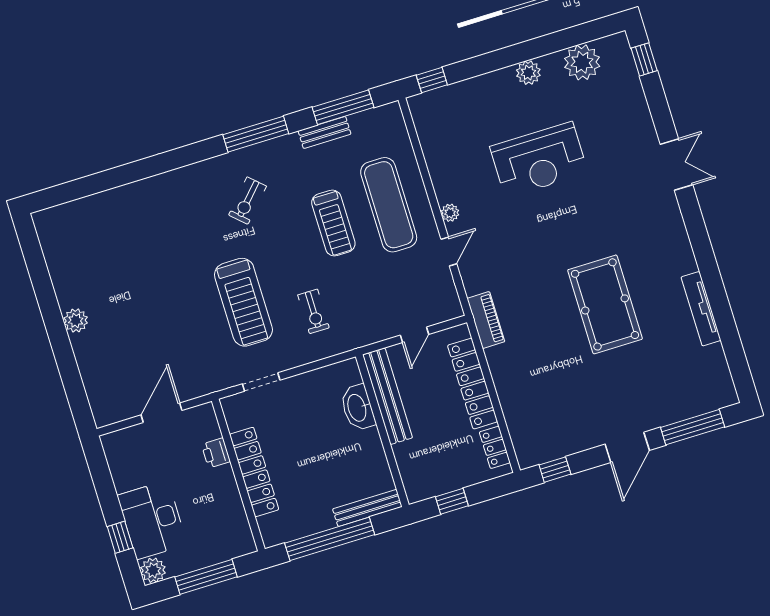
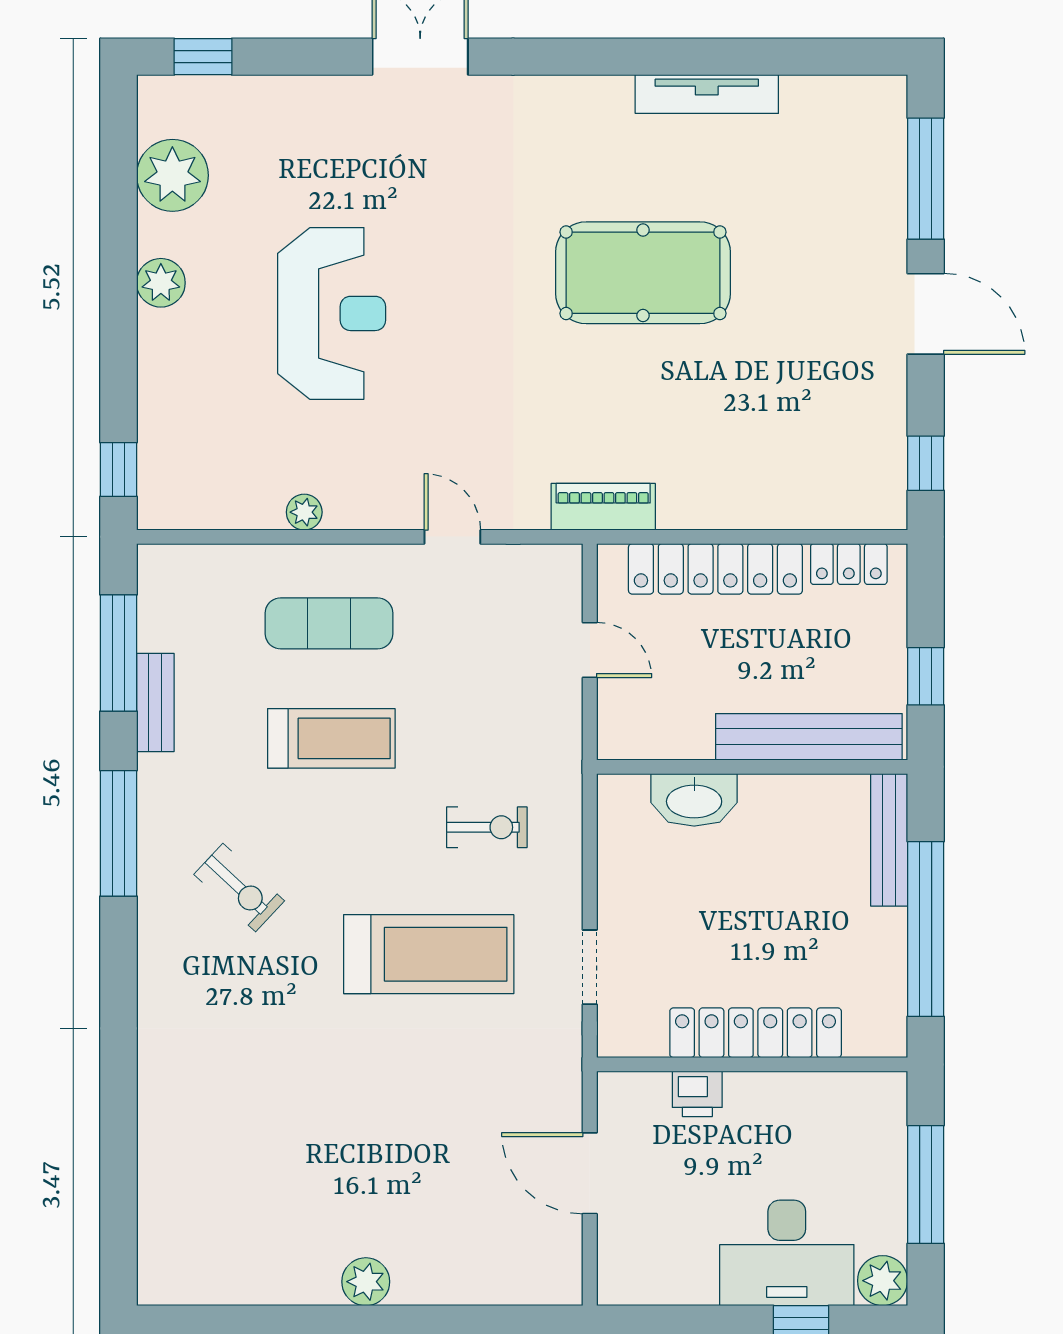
exercise mat: (389, 205) -> (329, 623), width x0.73, depth x0.69
plant: (450, 213) -> (304, 512), moved
bench: (387, 396) -> (809, 737), moved

